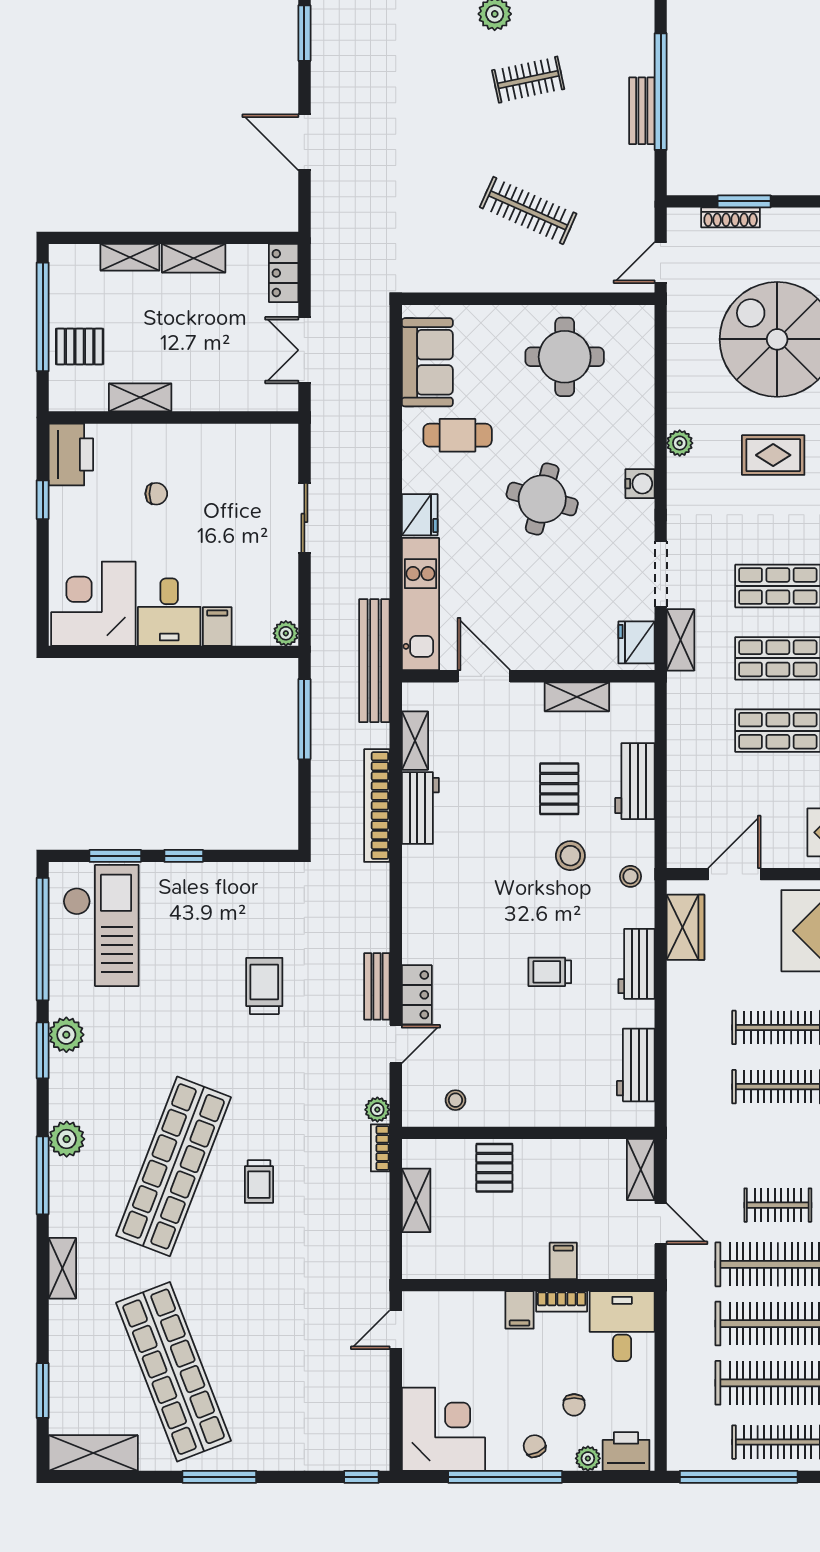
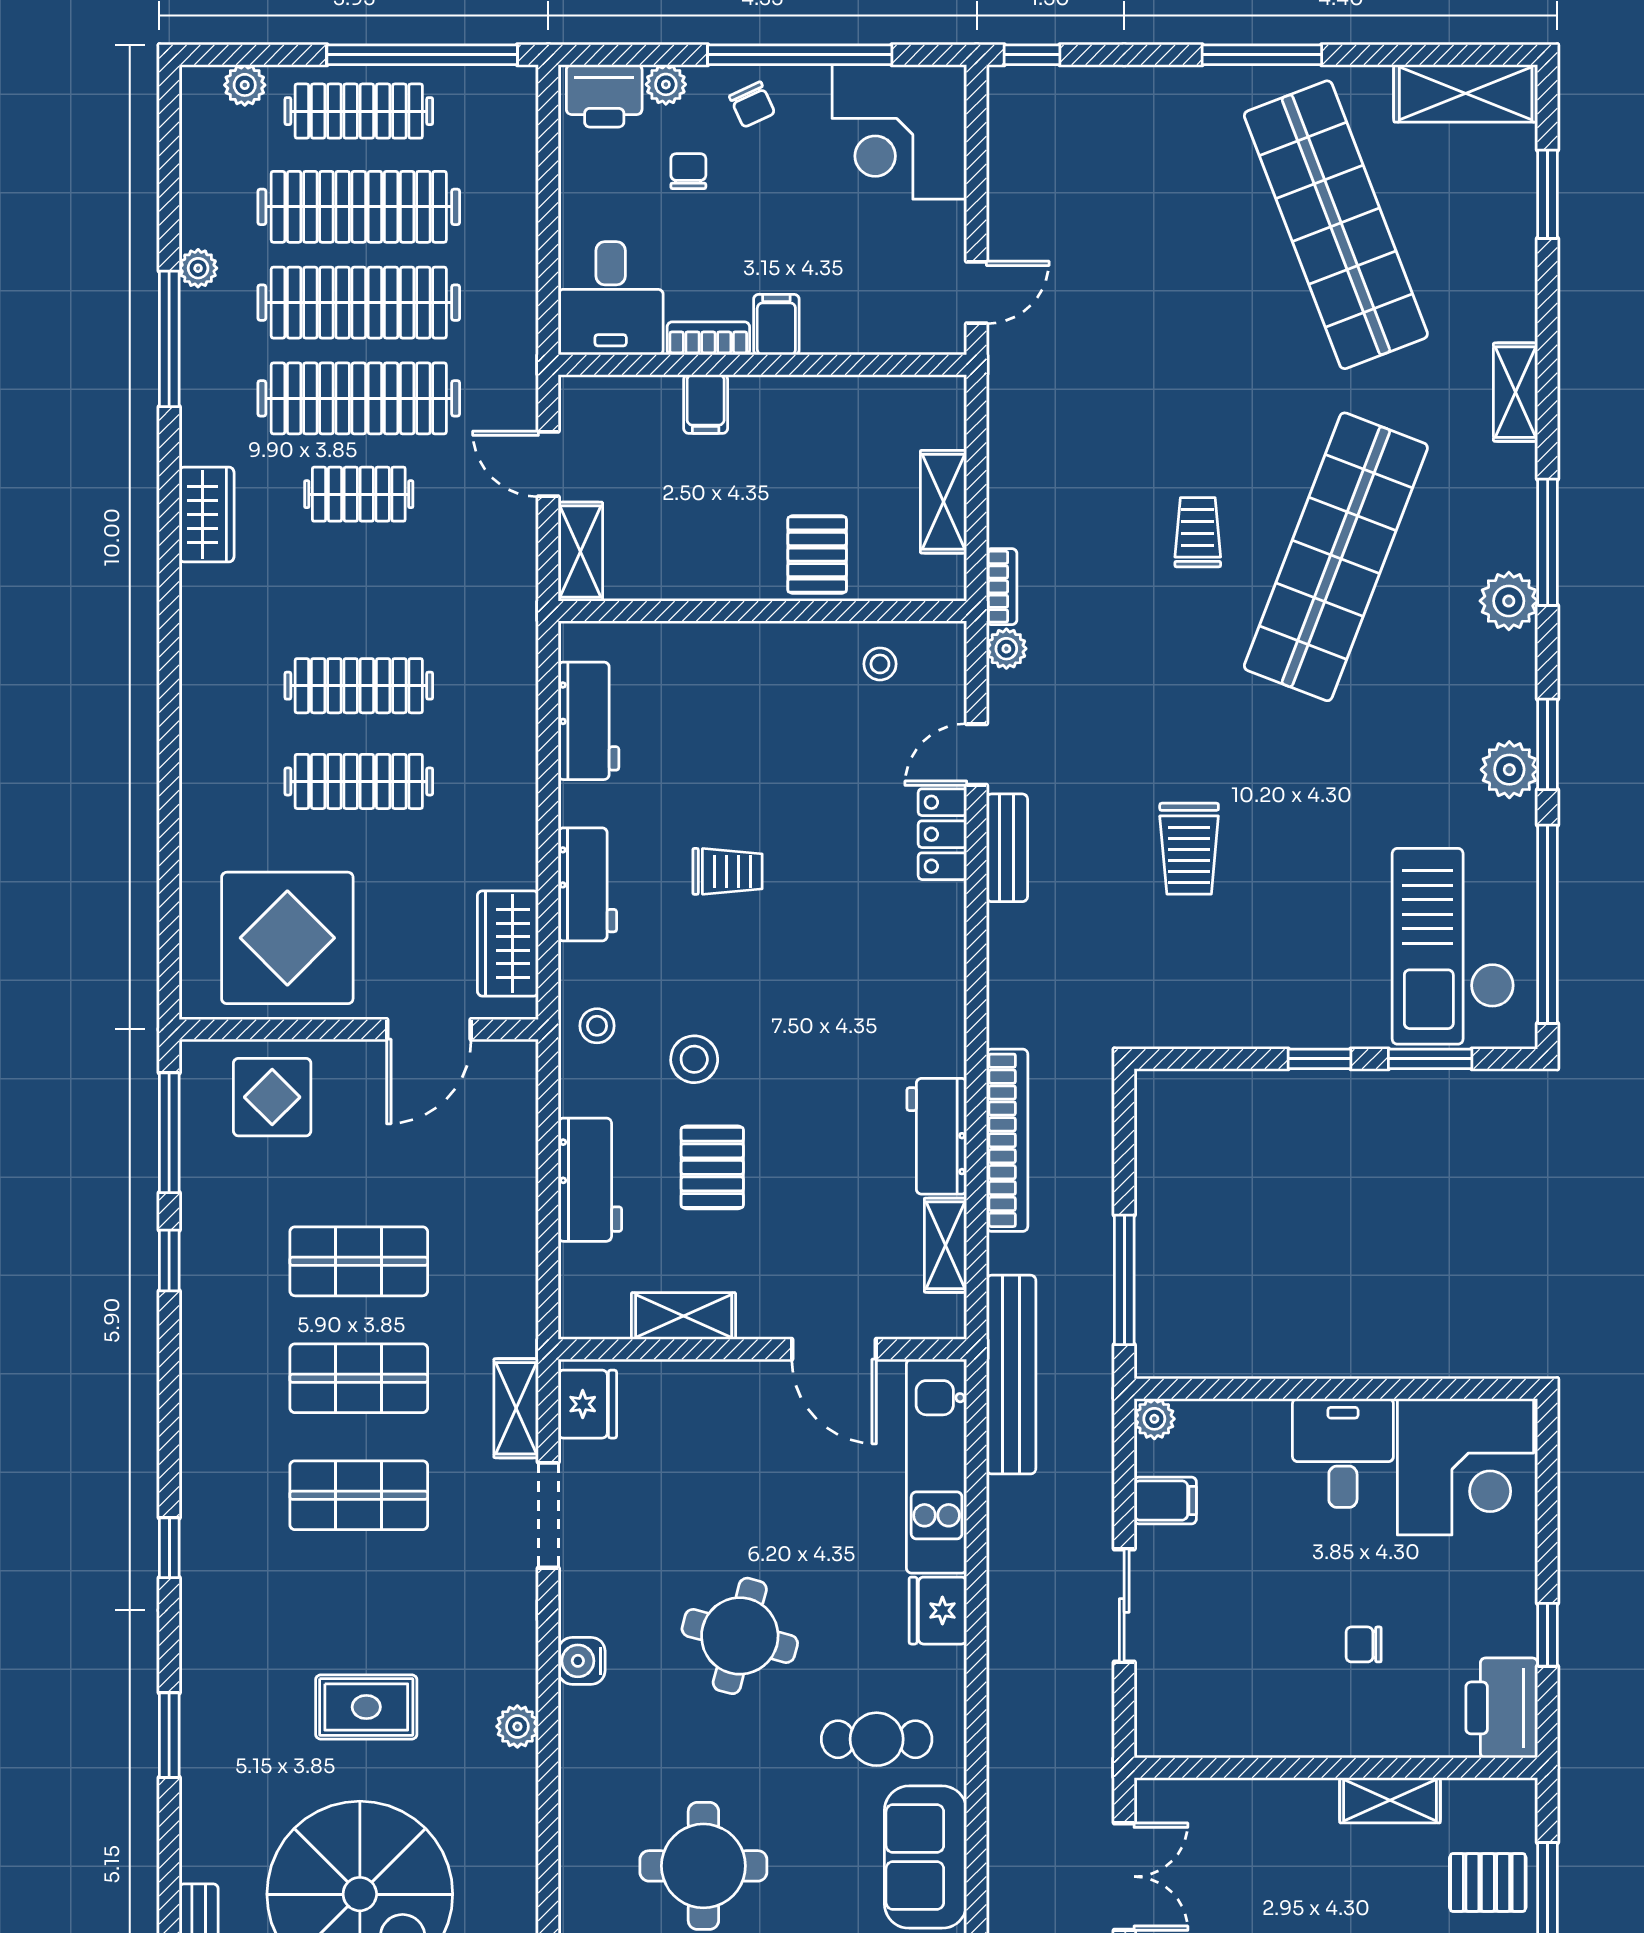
filing cabinet: (217, 627) -> (1165, 1500), moved, turned -90

